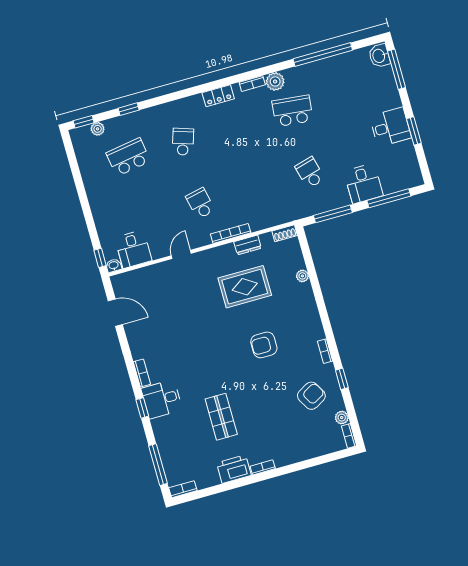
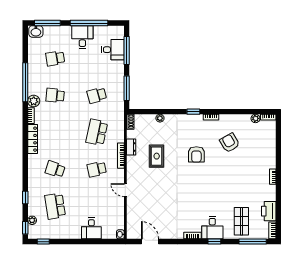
window: (323, 55) -> (25, 82), moved
locker: (218, 96) -> (33, 139), width x1.53
school desk: (347, 96) -> (55, 58), added
school desk: (293, 111) -> (55, 95), width x0.54
window: (414, 131) -> (89, 23), width x2.11
desk: (363, 183) -> (113, 50), moved
school desk: (255, 188) -> (97, 132), added
desk: (133, 249) -> (91, 228), moved, turned 90
window: (100, 258) -> (43, 242), moved
rug: (245, 287) -> (157, 156), width x0.73, depth x0.70
door: (115, 313) -> (150, 242), hinge flipped
window: (342, 379) -> (193, 112), moved
armchair: (311, 396) -> (230, 143), moved
shop shelf: (221, 417) -> (241, 221), moved, turned 90
printer: (234, 469) -> (269, 211), moved

